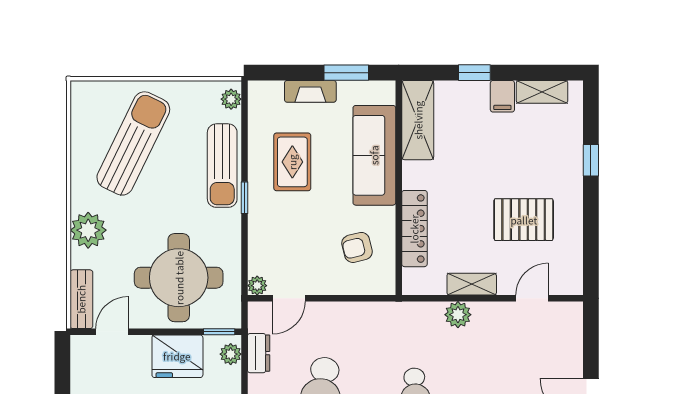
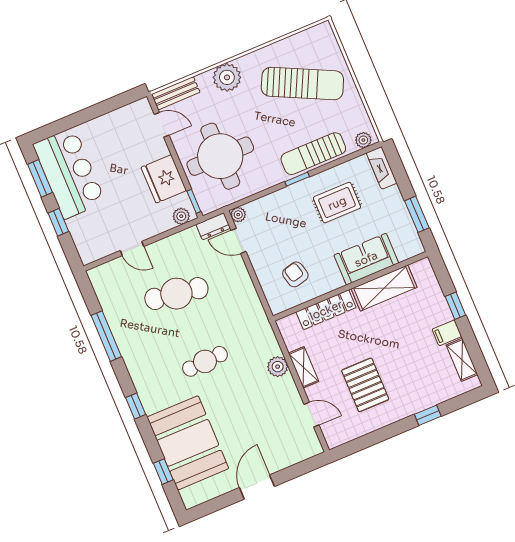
fireplace: (310, 91) -> (382, 168), moved
shelving: (418, 120) -> (384, 288), moved
sofa: (374, 155) -> (366, 259), width x0.73
dresser: (259, 353) -> (213, 226), moved

